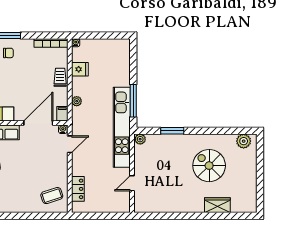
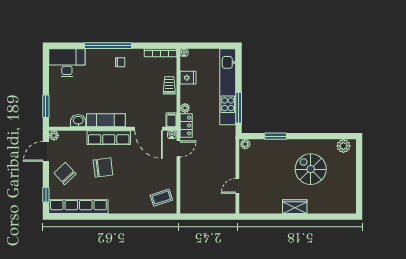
door: (38, 123) -> (149, 129), swing flipped
kitchen unit: (122, 127) -> (228, 87), moved
locker: (78, 189) -> (186, 125), moved
wardrobe: (217, 205) -> (295, 207), moved

